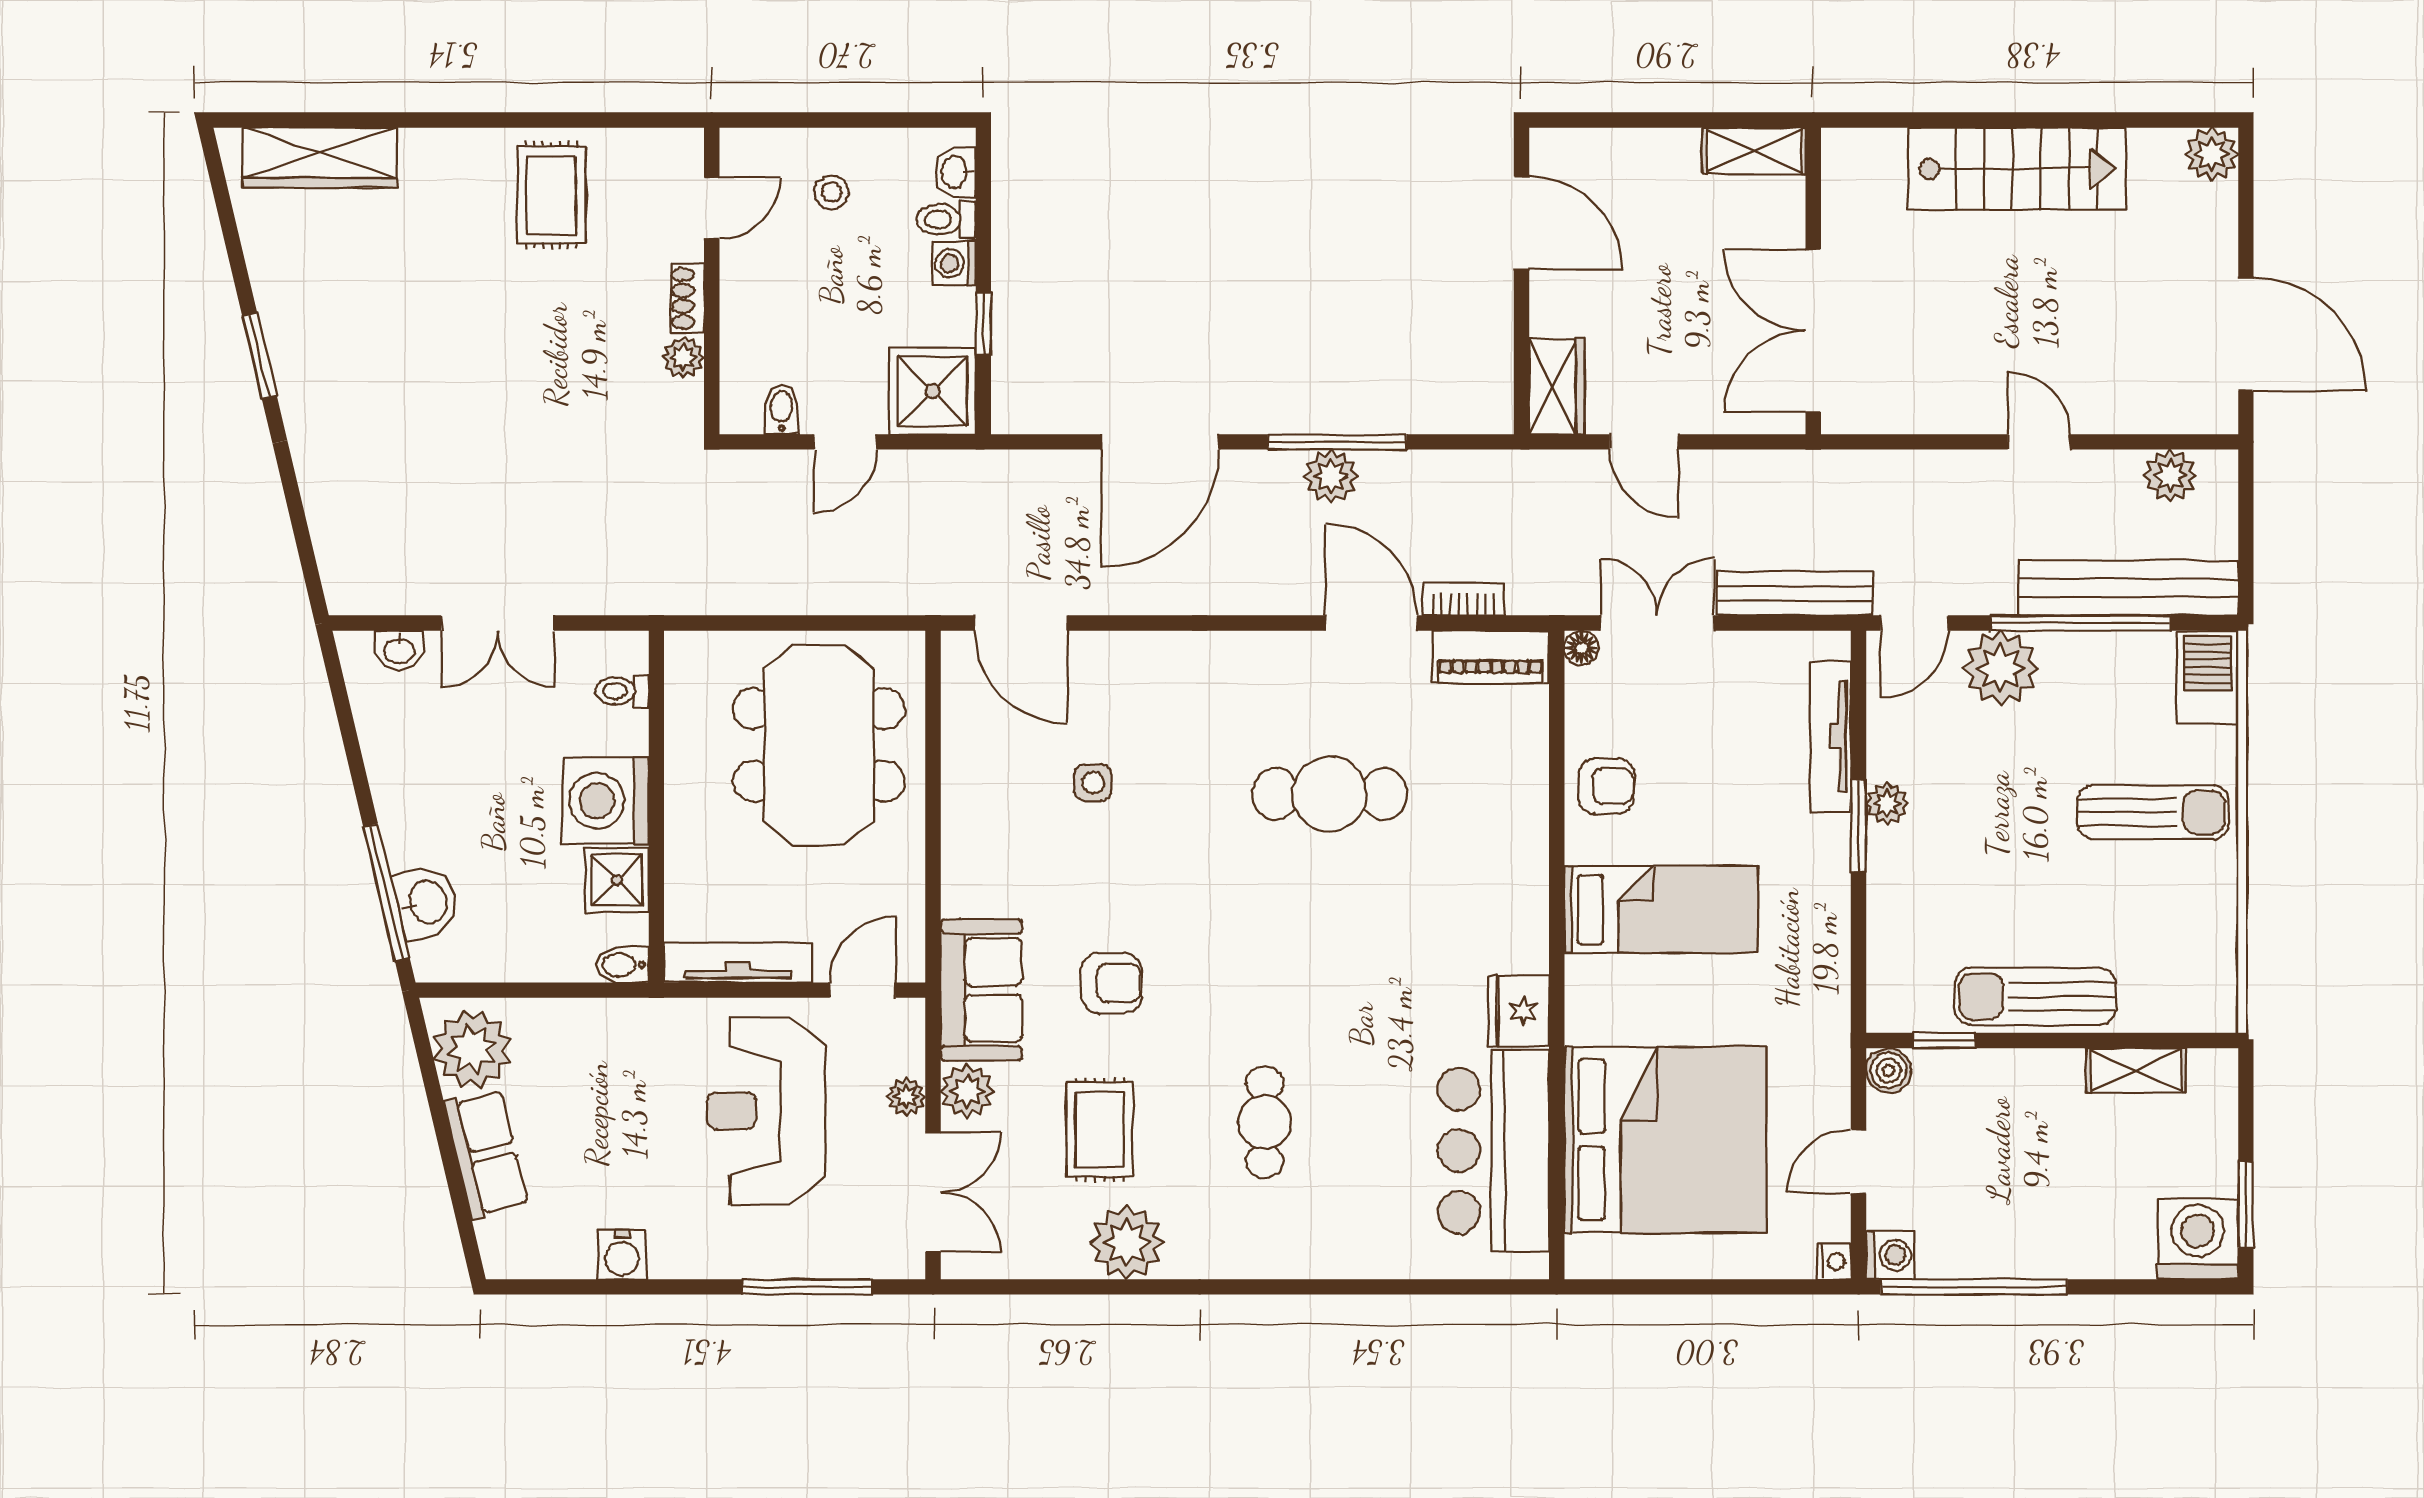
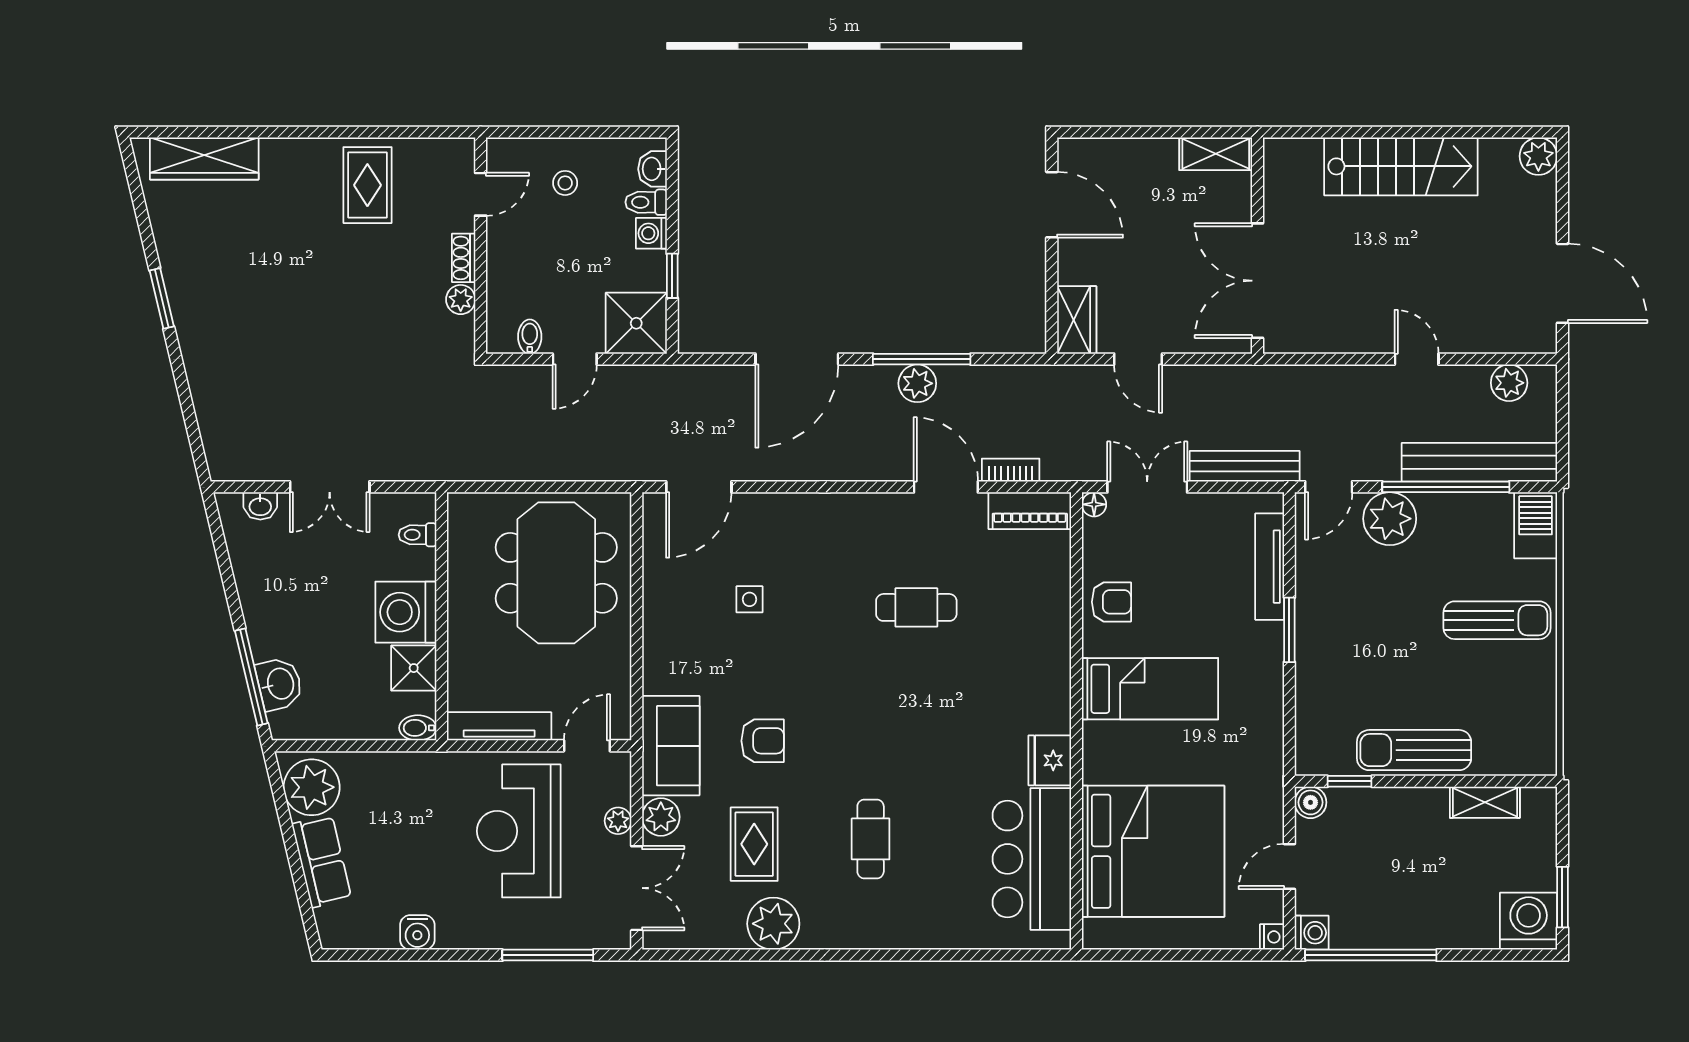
door: (1021, 623) -> (699, 487), hinge flipped
cafe table: (1330, 794) -> (916, 607), width x0.73, depth x0.74
plant: (1887, 804) -> (1310, 614), removed

